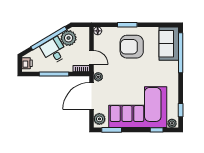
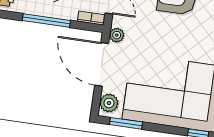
door: (92, 96) -> (102, 64), hinge flipped

